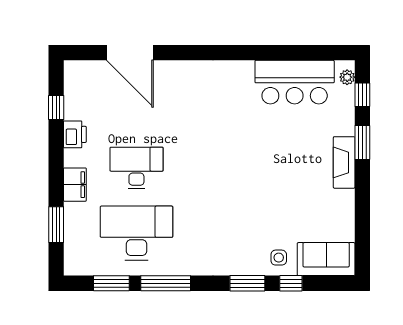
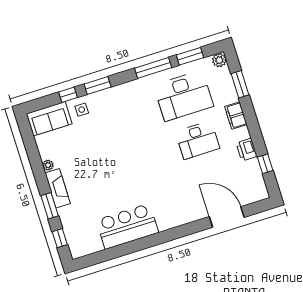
plant: (347, 77) -> (48, 165), moved
bar counter: (295, 82) -> (127, 226), moved
plant: (74, 266) -> (219, 60), added

